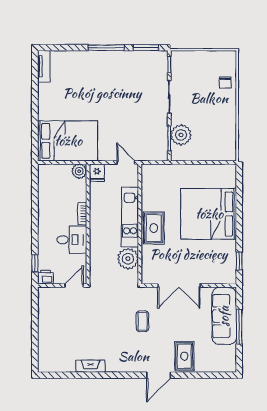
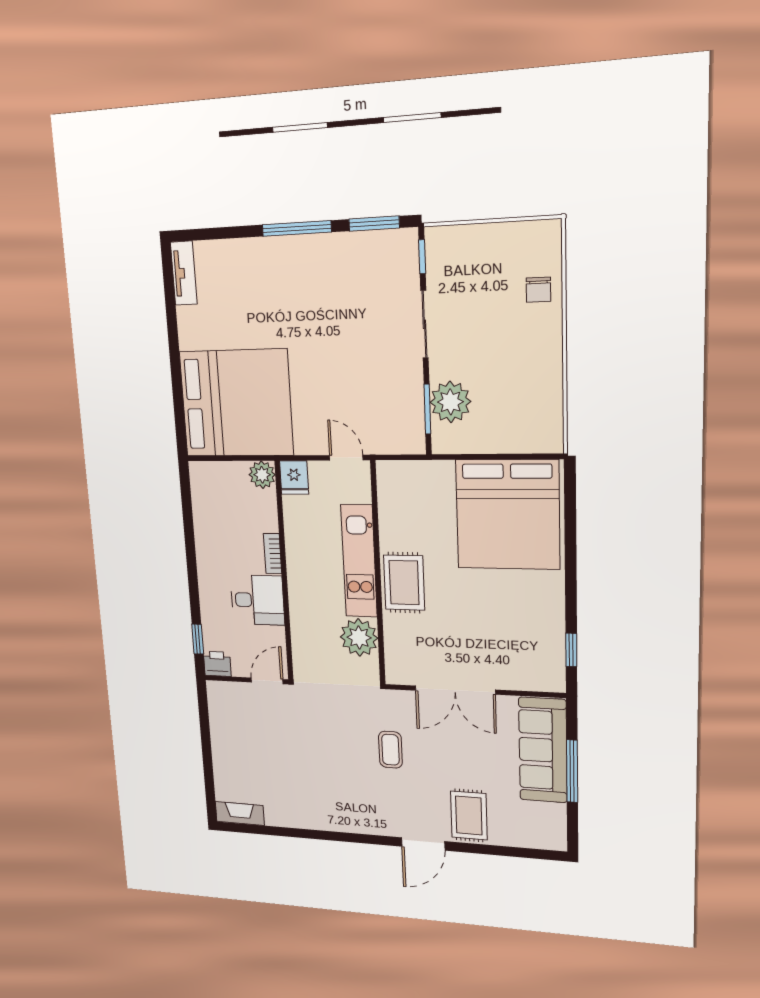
bed: (68, 141) -> (236, 403), width x1.36
bed: (209, 214) -> (508, 515), moved, turned -90
fireplace: (90, 366) -> (240, 813), moved

